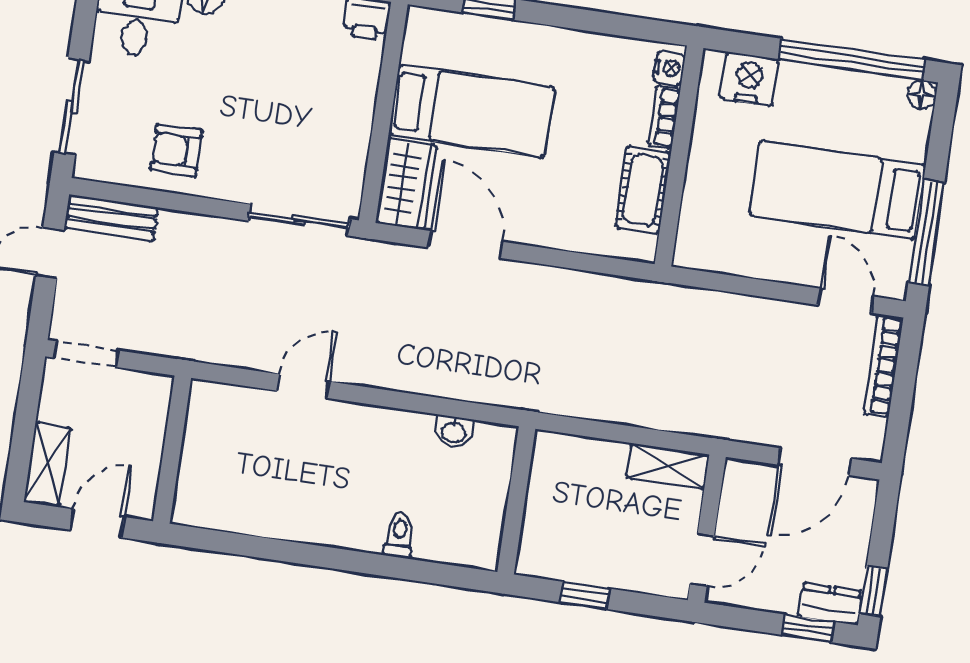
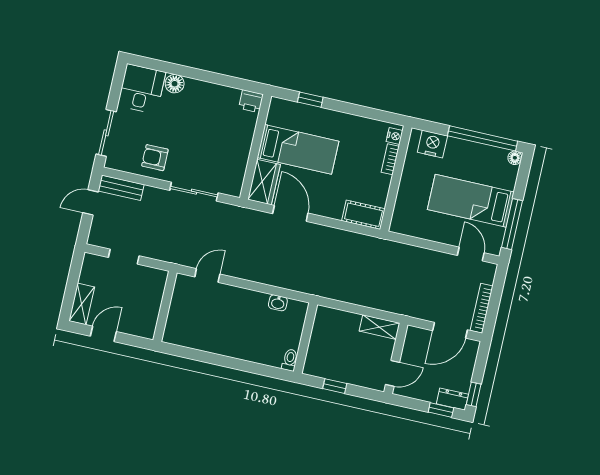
cot: (643, 190) -> (363, 215), moved, turned 90
sliding door: (299, 220) -> (194, 192), moved
doorway: (86, 354) -> (124, 257), moved
bookcase: (883, 366) -> (482, 308), moved
wall: (172, 450) -> (165, 306), moved
toilet: (399, 535) -> (290, 360), moved

